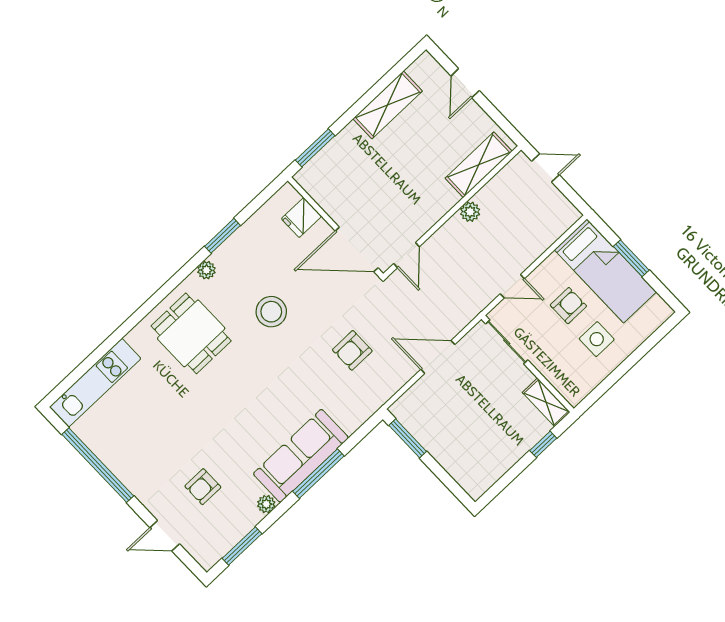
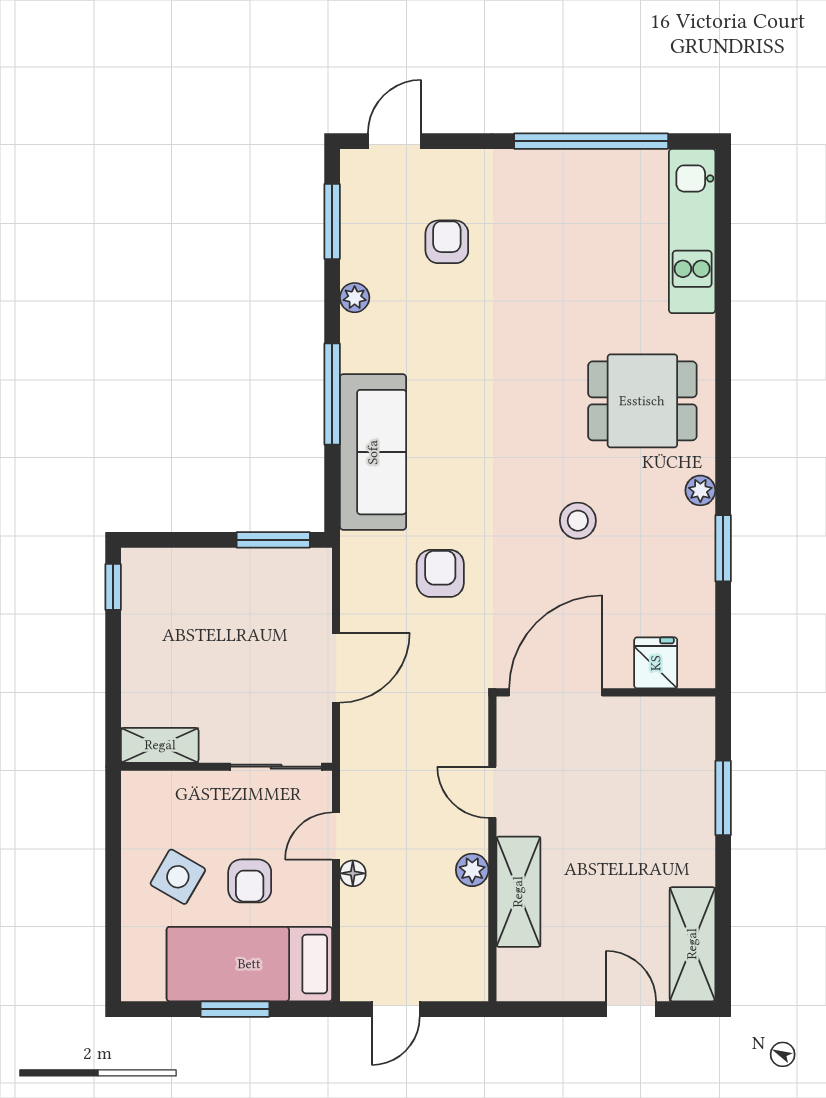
shelving: (388, 105) -> (692, 944), moved
window: (315, 148) -> (723, 798), moved
shelving: (479, 165) -> (518, 892), moved
door: (546, 168) -> (396, 1009), moved
door: (407, 255) -> (492, 792), moved
floor lamp: (522, 263) -> (353, 873), added
stool: (271, 312) -> (578, 521), width x0.73, depth x0.73
side table: (597, 339) -> (178, 877), turned 30
window: (543, 444) -> (113, 587), moved
sofa: (301, 456) -> (373, 452), moved
door: (165, 536) -> (395, 141), moved

